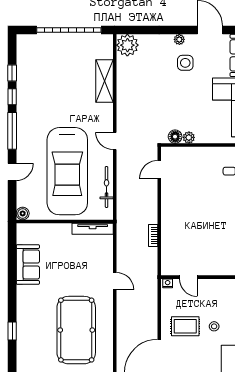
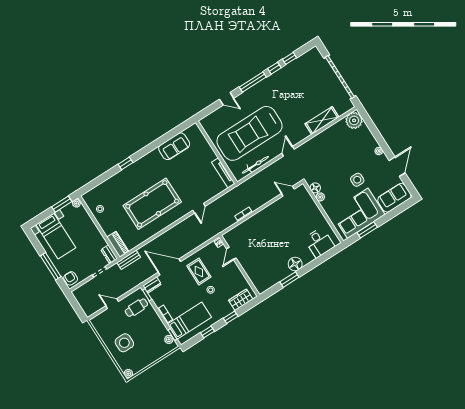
side table: (185, 63) -> (357, 180), moved
boiler: (23, 213) -> (205, 122), removed

